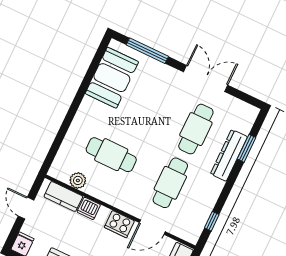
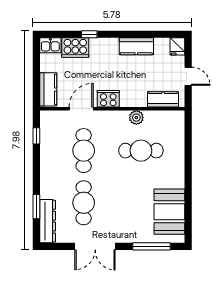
dresser: (229, 155) -> (48, 221), moved
plant: (78, 180) -> (136, 118), moved
dishwasher: (89, 208) -> (138, 100), removed

